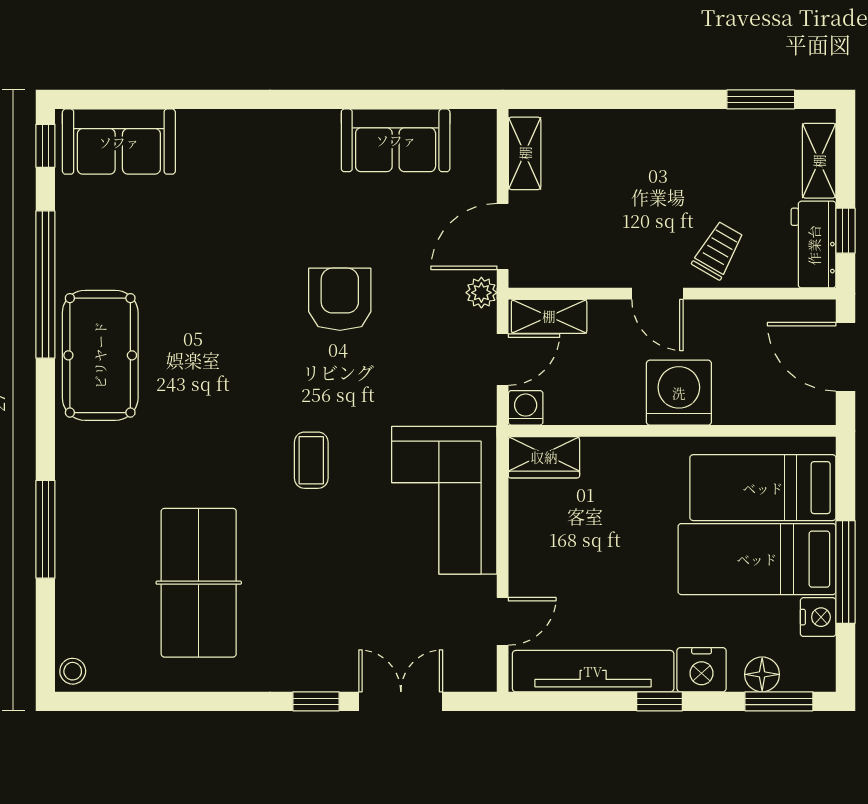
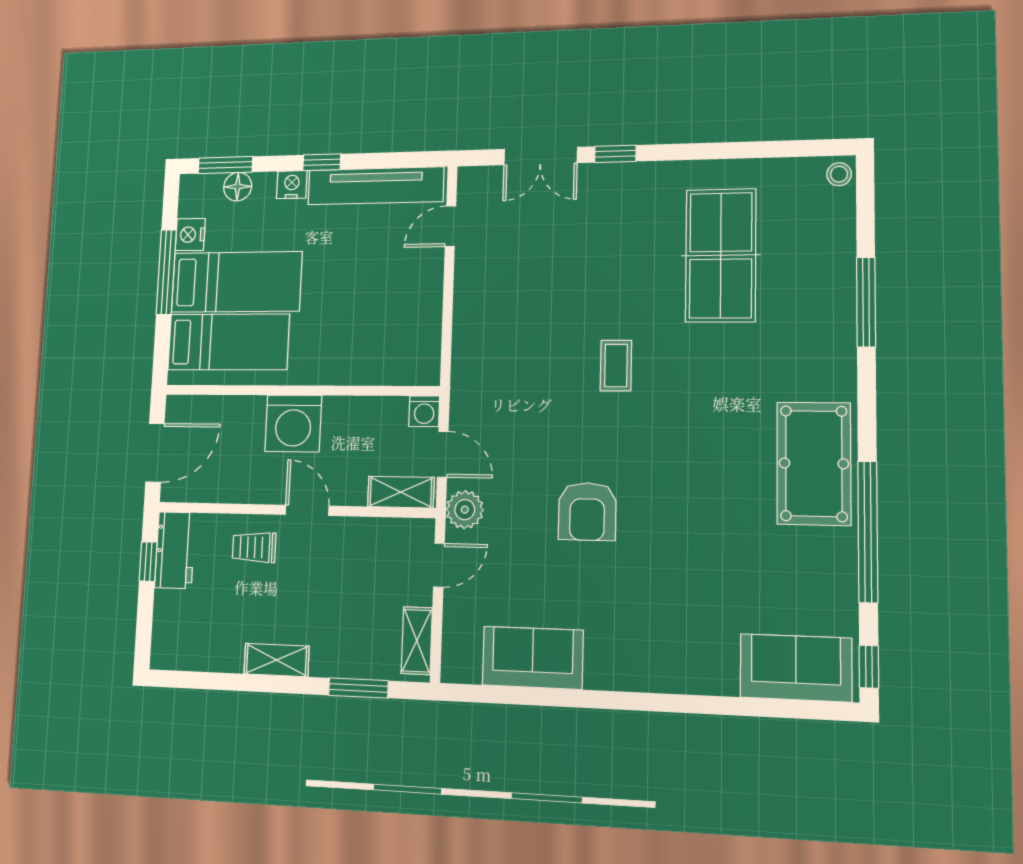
window: (761, 99) -> (358, 688), moved
shelving: (819, 161) -> (276, 660), moved, turned 90
door: (503, 237) -> (439, 565), width x0.73
trolley: (718, 250) -> (254, 547), turned 60
plant: (481, 293) -> (465, 510), width x1.38, depth x1.38
door: (845, 357) -> (155, 453), hinge flipped
door: (503, 360) -> (443, 454), swing flipped
wardrobe: (544, 457) -> (410, 368), removed
corner sofa: (444, 500) -> (498, 330), removed
nightstand: (702, 670) -> (292, 185), width x0.74, depth x0.75

